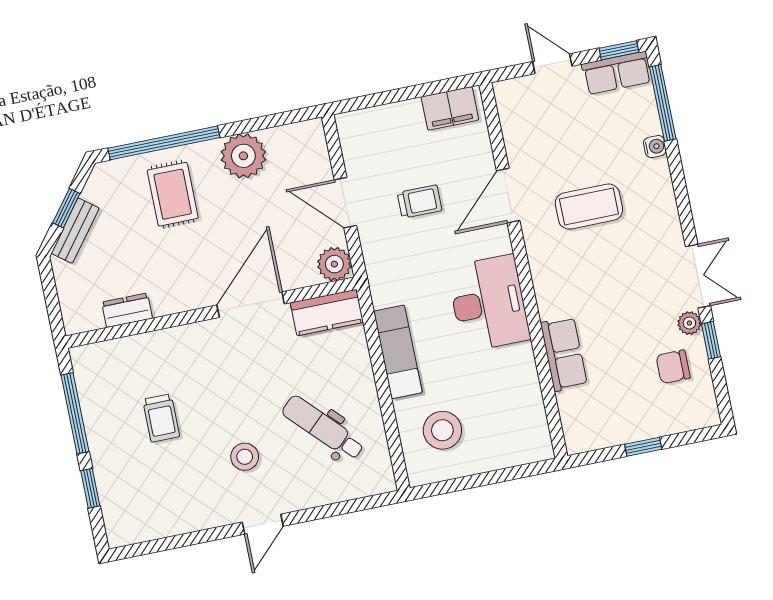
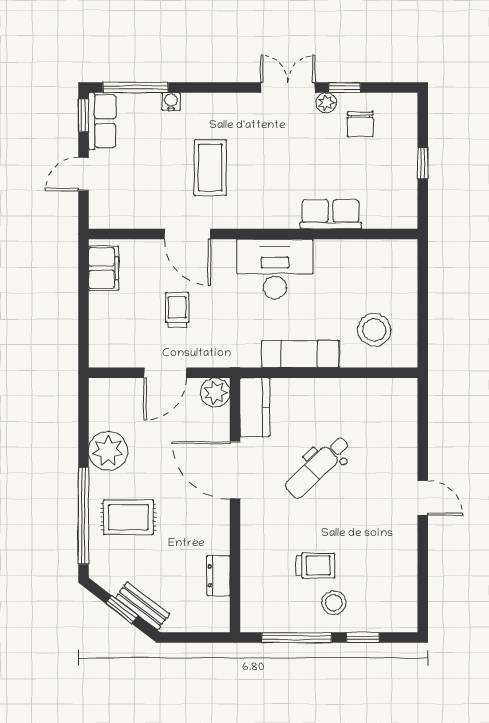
dental chair: (323, 428) -> (318, 467), moved
stool: (245, 457) -> (334, 603), moved

